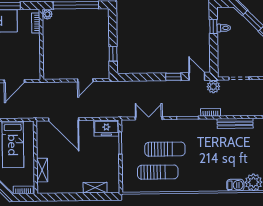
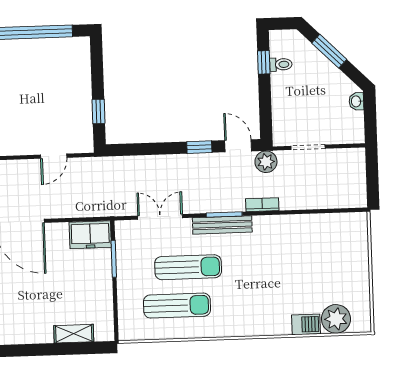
bench: (235, 123) -> (222, 225), moved

